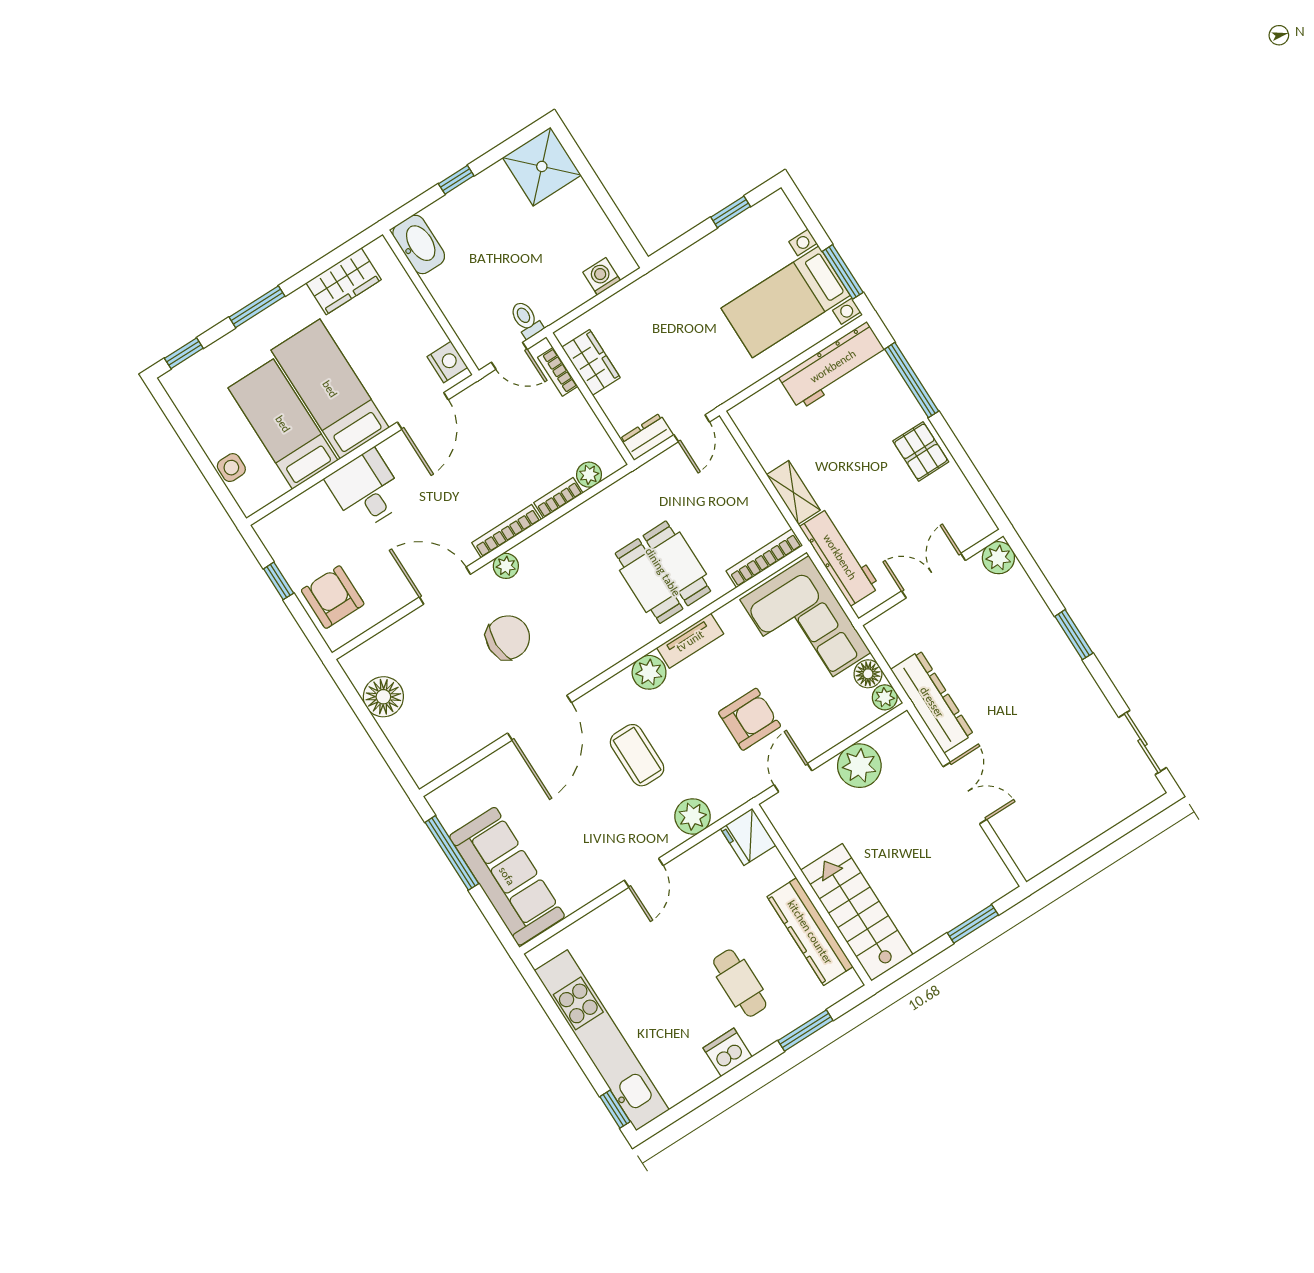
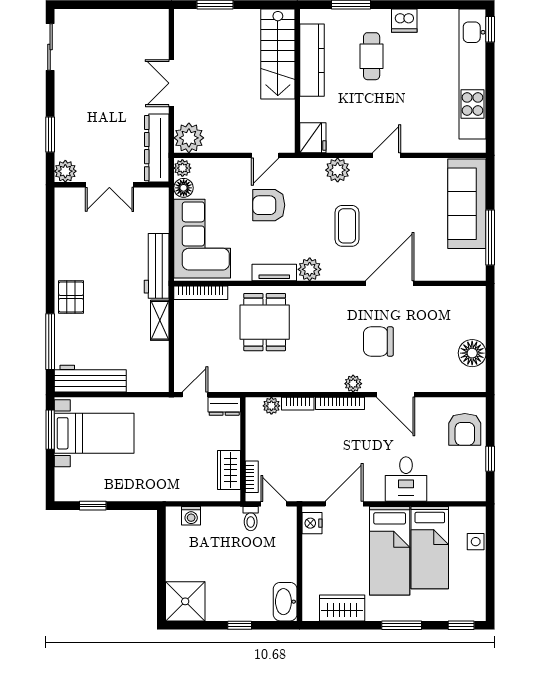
plant: (998, 558) -> (65, 171), moved
double door: (934, 576) -> (109, 185), moved
wall: (931, 577) -> (112, 185), moved
plant: (859, 766) -> (189, 138), moved

